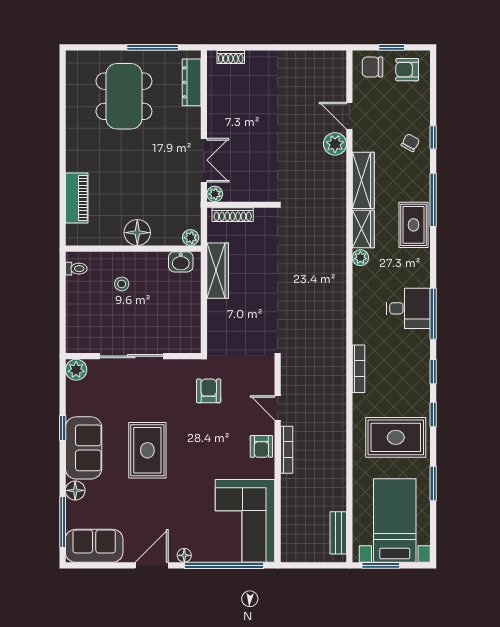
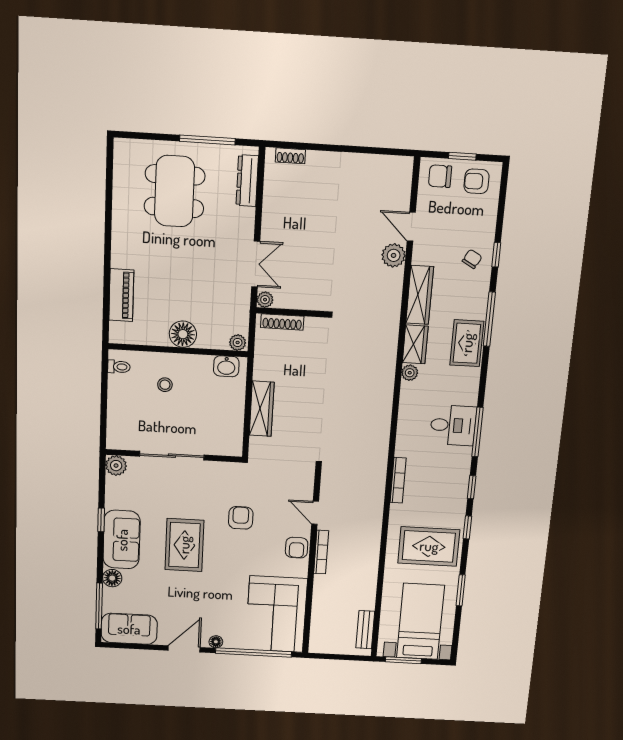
wardrobe: (218, 271) -> (262, 409), moved
armchair: (209, 391) -> (241, 518), moved

